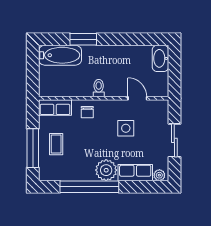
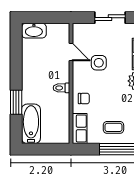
door: (137, 98) -> (71, 52), swing flipped

